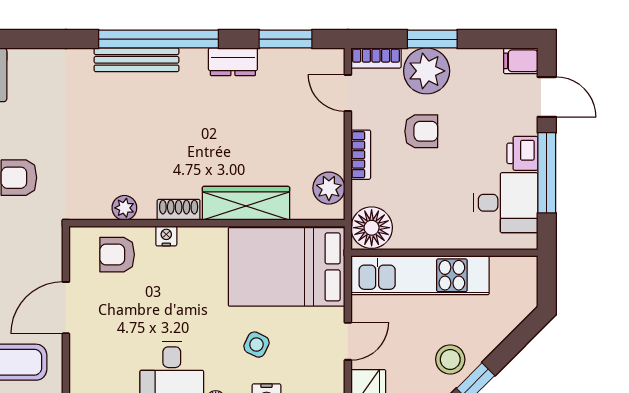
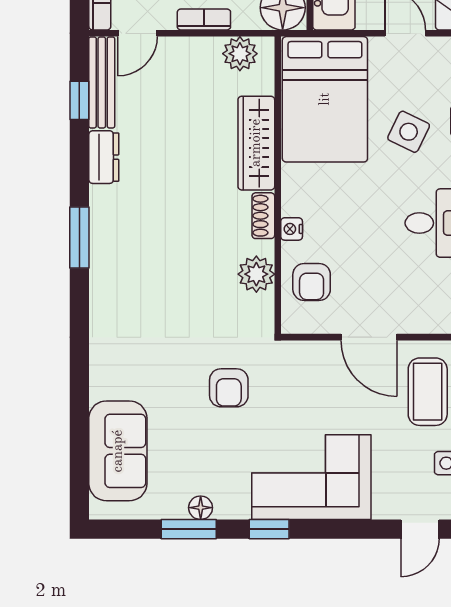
window: (158, 39) -> (79, 237), width x0.47
window: (286, 39) -> (79, 100), width x0.67
bench: (136, 60) -> (102, 82), moved
plant: (124, 208) -> (256, 274), width x1.38, depth x1.38
side table: (256, 345) -> (409, 132), width x1.37, depth x1.37

